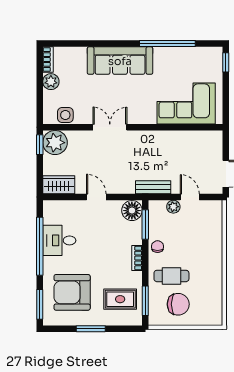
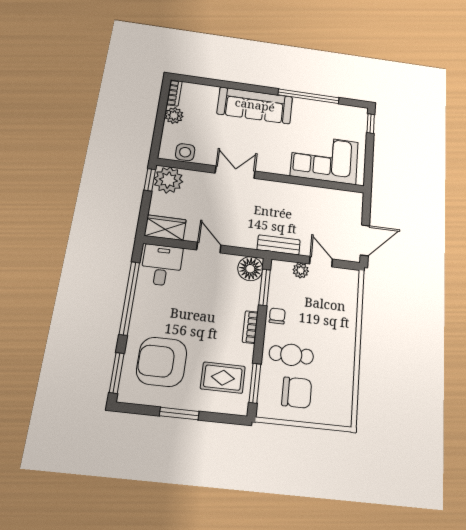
desk: (59, 240) -> (162, 265), moved, turned 90

